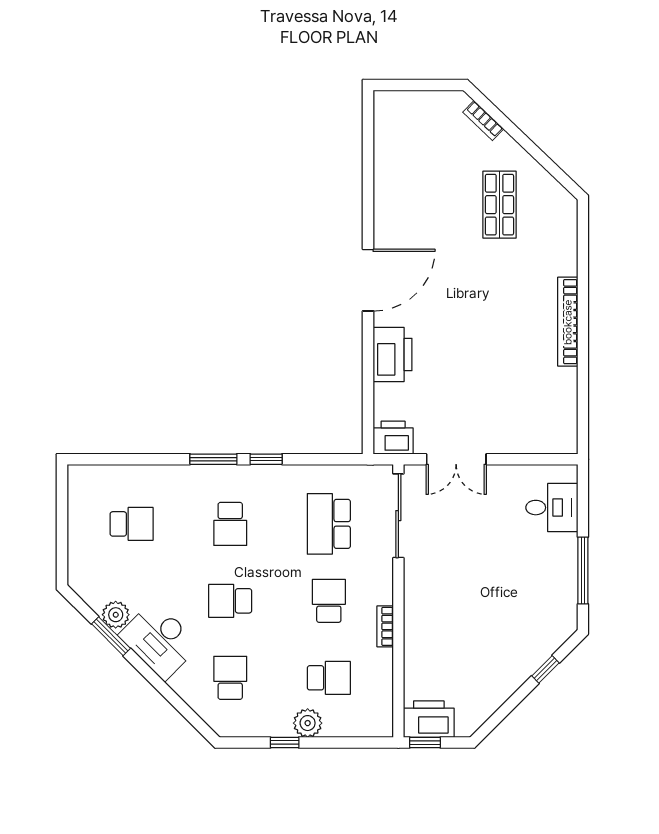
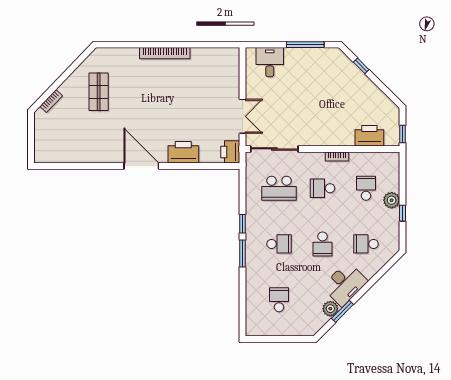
shop shelf: (499, 205) -> (99, 92), turned 90
printer: (429, 719) -> (369, 136), moved, turned 90

